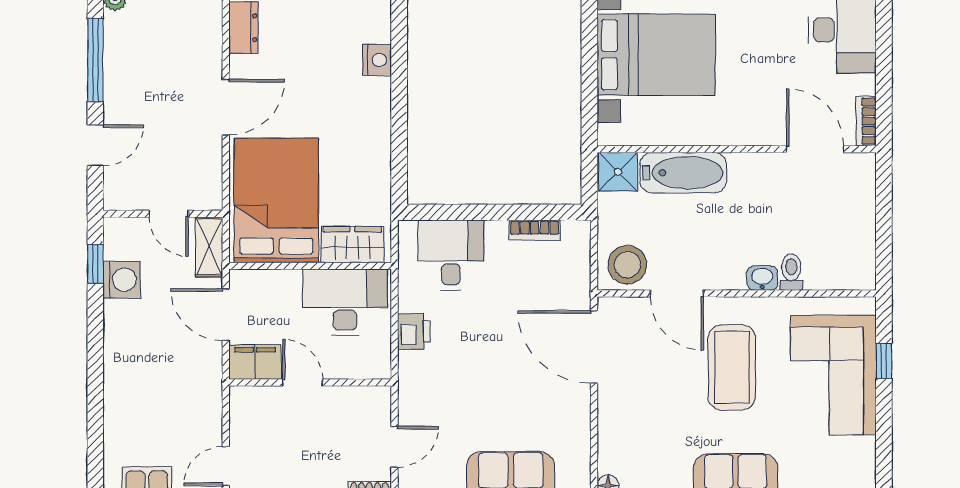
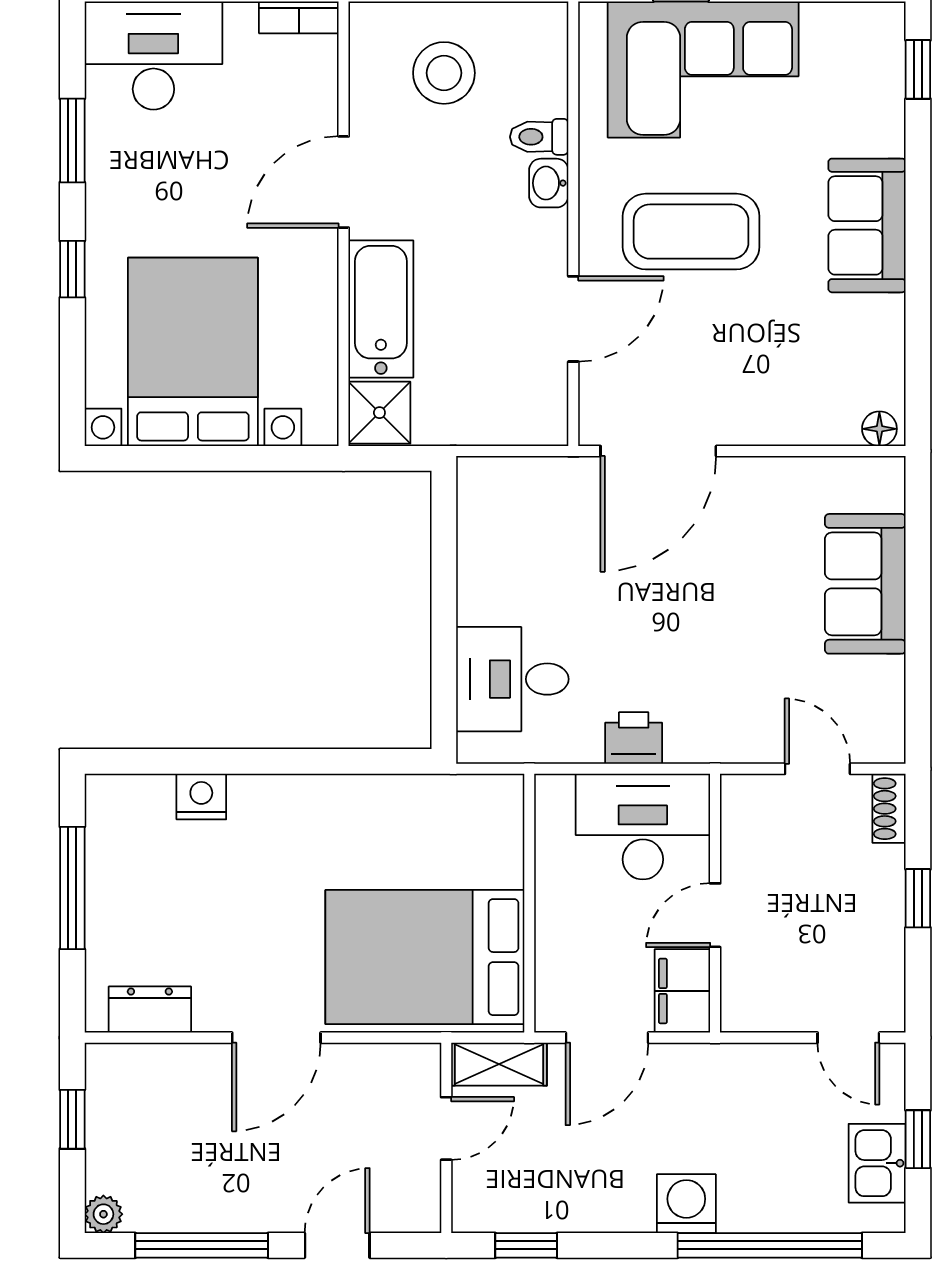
door: (226, 107) -> (276, 1038), swing flipped
door: (95, 145) -> (337, 1245), hinge flipped
door: (815, 149) -> (344, 182), moved
bookcase: (535, 230) -> (472, 546), removed
wardrobe: (352, 245) -> (495, 836), removed
stool: (627, 265) -> (444, 73), moved
washing machine: (122, 280) -> (686, 1204), moved
desk: (345, 302) -> (643, 827), moved, turned 90
window: (95, 417) -> (770, 1245), added

